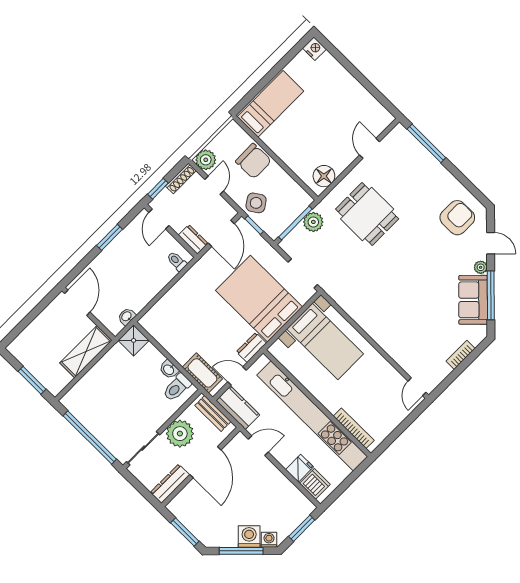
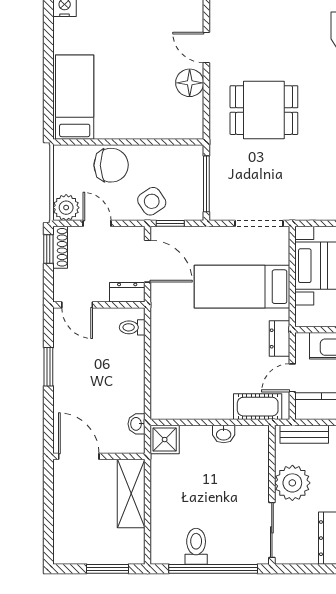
floor lamp: (324, 176) -> (190, 83), moved
window: (158, 189) -> (48, 249), moved
plant: (313, 222) -> (222, 166), removed
bed: (259, 299) -> (242, 287), width x0.67
toilet: (177, 387) -> (196, 546), moved, turned 180

